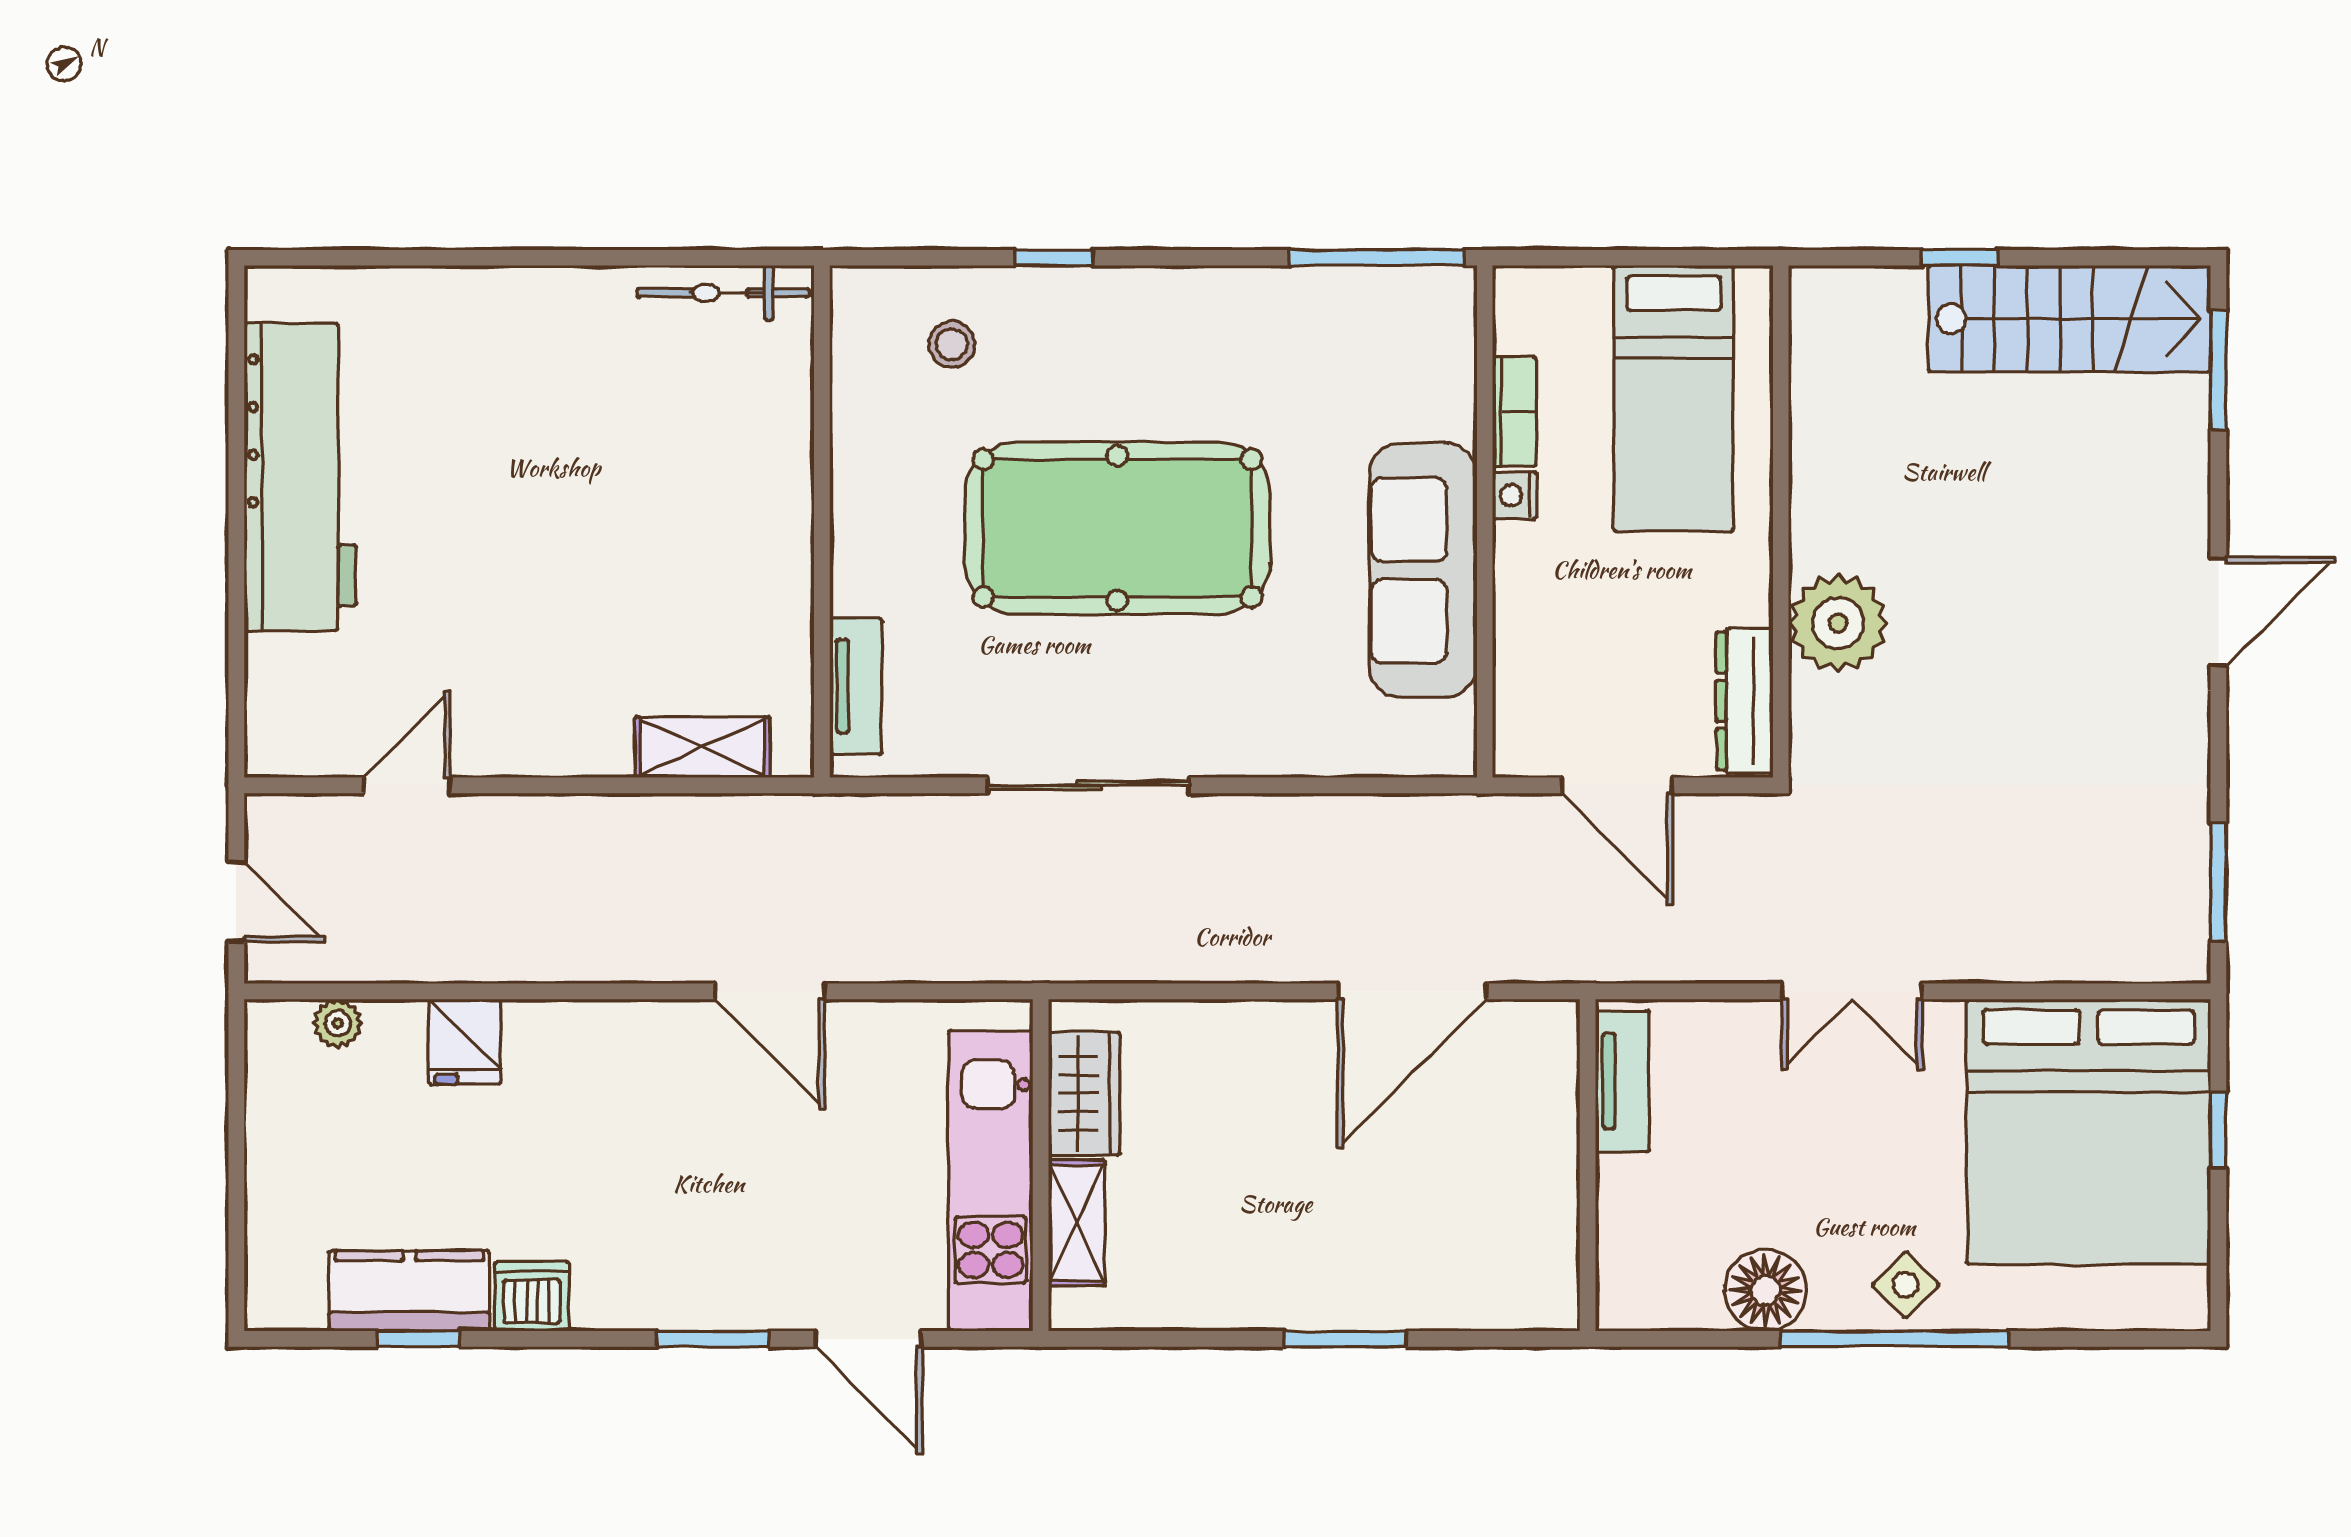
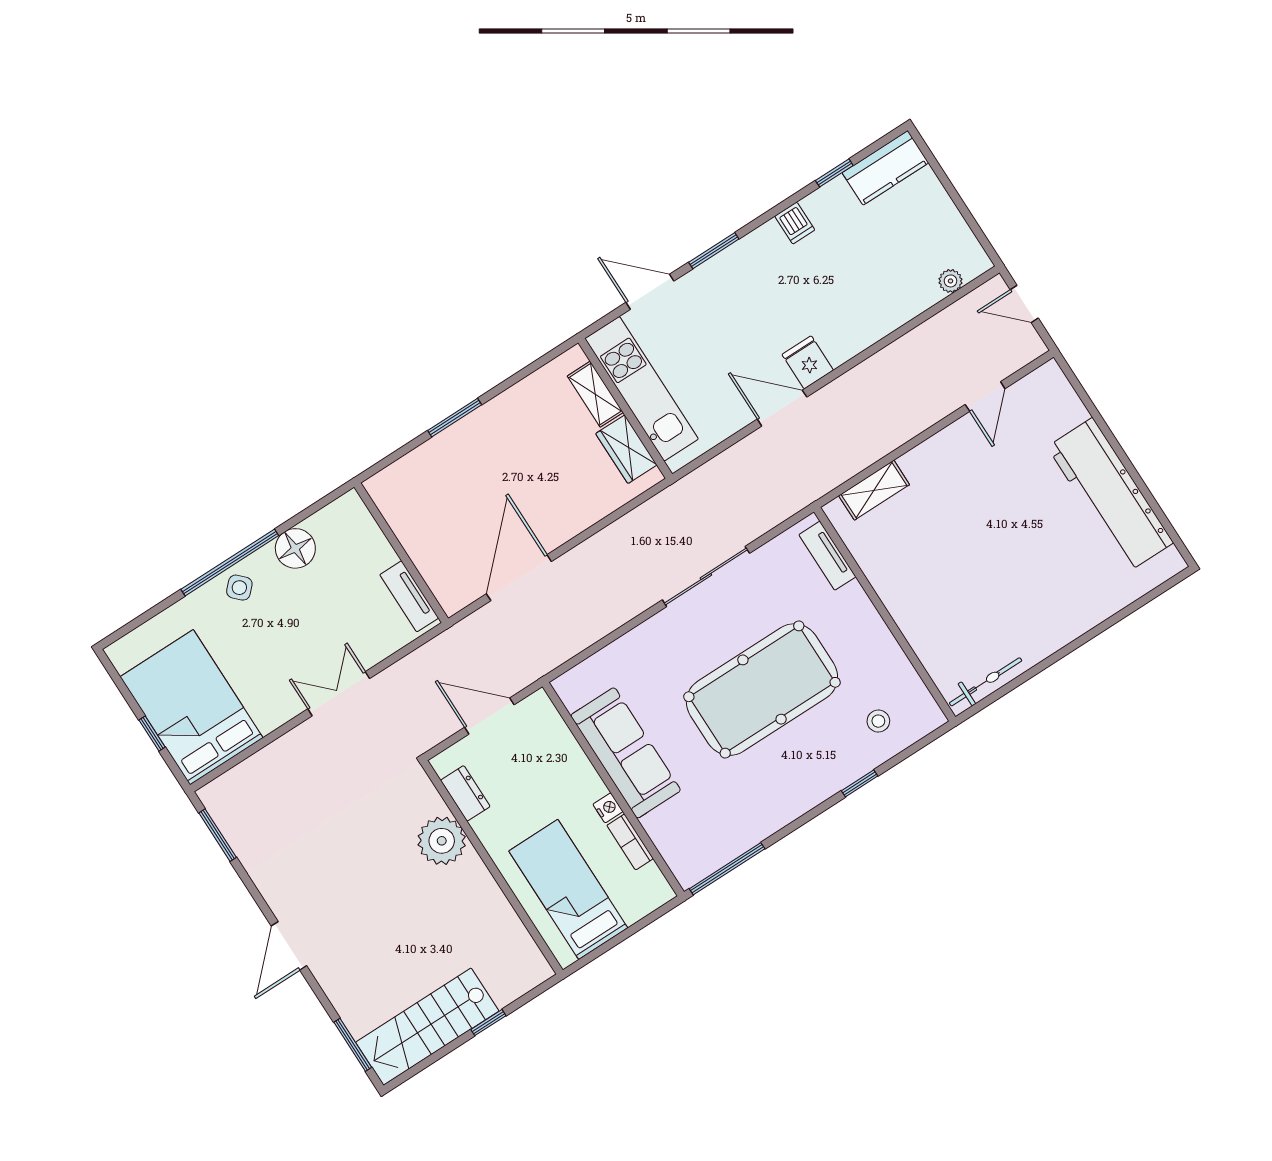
dresser: (1745, 701) -> (465, 793), width x0.70
fridge: (465, 1042) -> (808, 362), moved
bed: (2089, 1132) -> (192, 707), width x0.73
kitchen counter: (409, 1291) -> (885, 168), moved
dishwasher: (532, 1296) -> (795, 223), width x0.73

